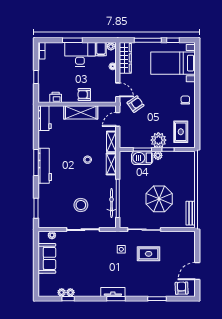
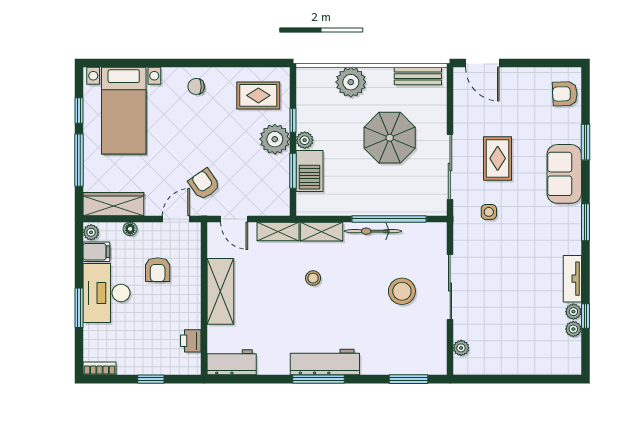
armchair: (84, 95) -> (158, 270), moved
plant: (188, 179) -> (351, 82), added
bicycle: (112, 203) -> (373, 231), moved
sofa: (47, 258) -> (564, 174), moved, turned -90
door: (197, 271) -> (482, 63), moved
tv unit: (113, 292) -> (572, 279), moved

